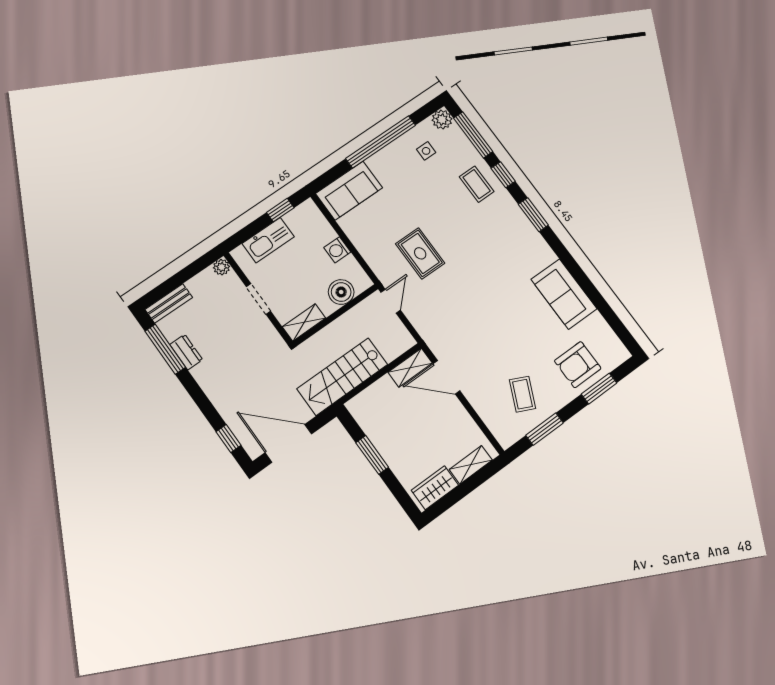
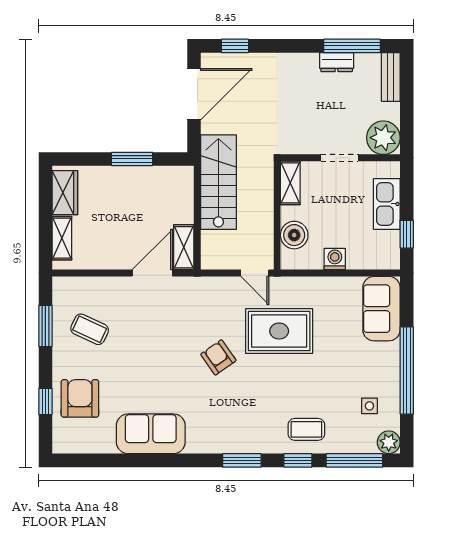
rug: (420, 253) -> (279, 331), width x1.36, depth x1.43
plant: (222, 267) -> (383, 138), width x1.87, depth x1.87
armchair: (472, 284) -> (218, 357), added
window: (599, 389) -> (45, 401), width x0.67

